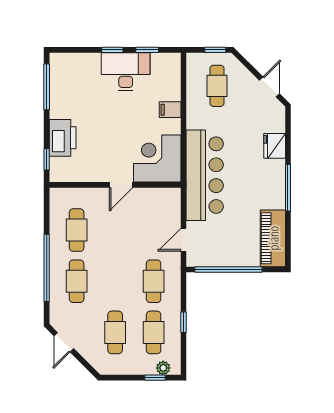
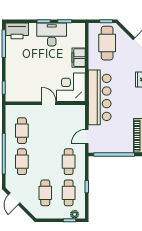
cafe table: (217, 86) -> (107, 43), width x1.37, depth x1.35
filing cabinet: (170, 110) -> (79, 58), width x2.00
printer: (63, 138) -> (17, 31), moved, turned 90
door: (121, 185) -> (49, 103), swing flipped

